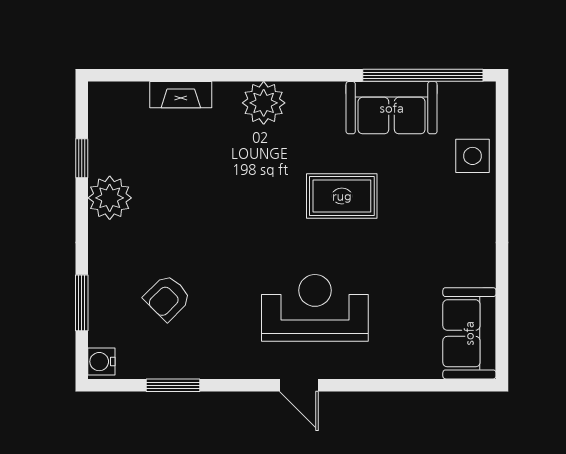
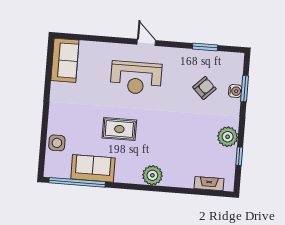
fireplace: (181, 95) -> (209, 184), moved
water cooler: (101, 362) -> (235, 91), moved

